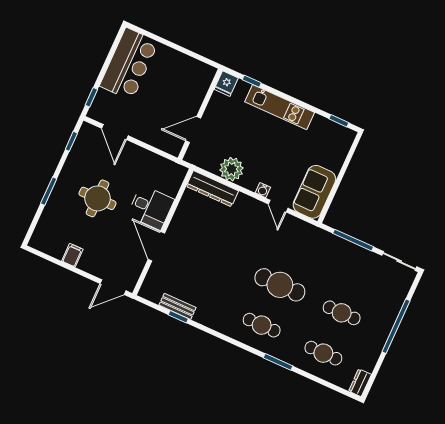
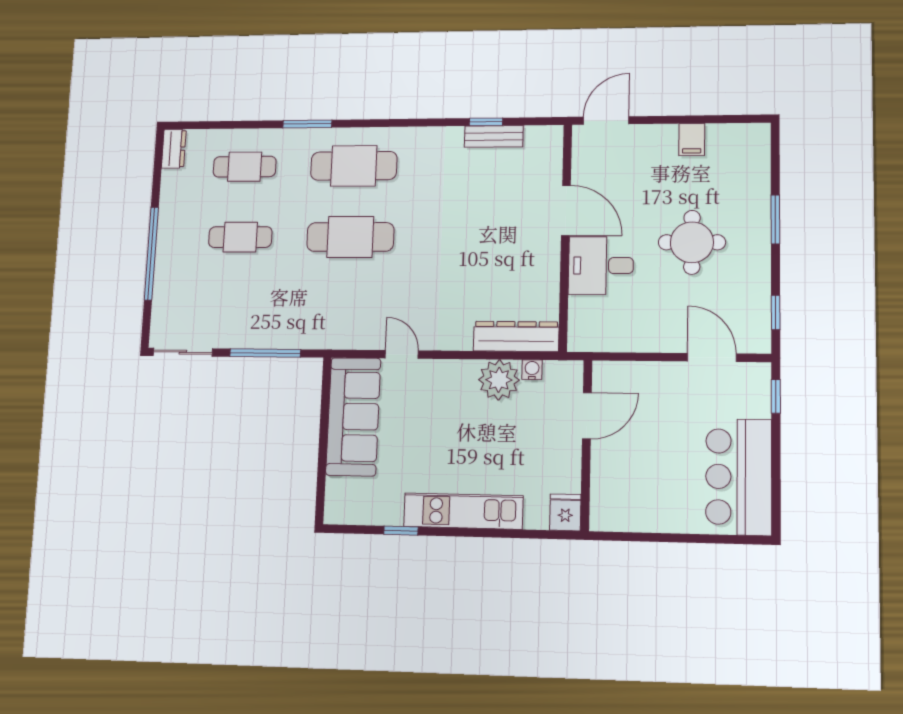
window: (252, 81) -> (525, 534), removed
window: (339, 121) -> (401, 531), moved
water cooler: (263, 190) -> (532, 370), moved
sofa: (314, 192) -> (353, 416), width x1.36
cafe table: (262, 325) -> (354, 166), width x1.37, depth x1.35

